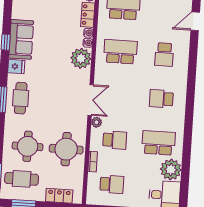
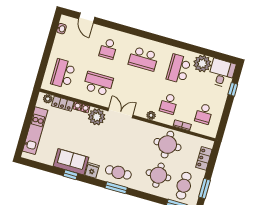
school desk: (120, 52) -> (98, 84), turned 90
school desk: (164, 55) -> (108, 49), turned 90
school desk: (161, 99) -> (143, 59), width x1.85
double door: (91, 100) -> (120, 113), moved
school desk: (115, 140) -> (169, 104), turned 180
school desk: (112, 184) -> (204, 114), turned 180

